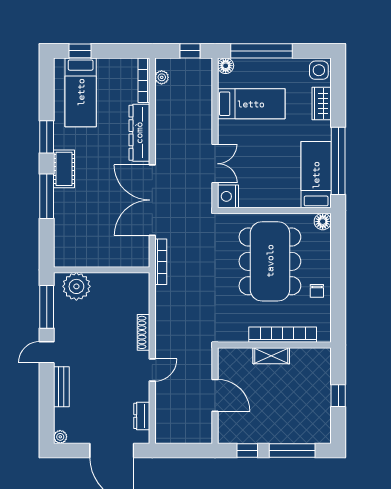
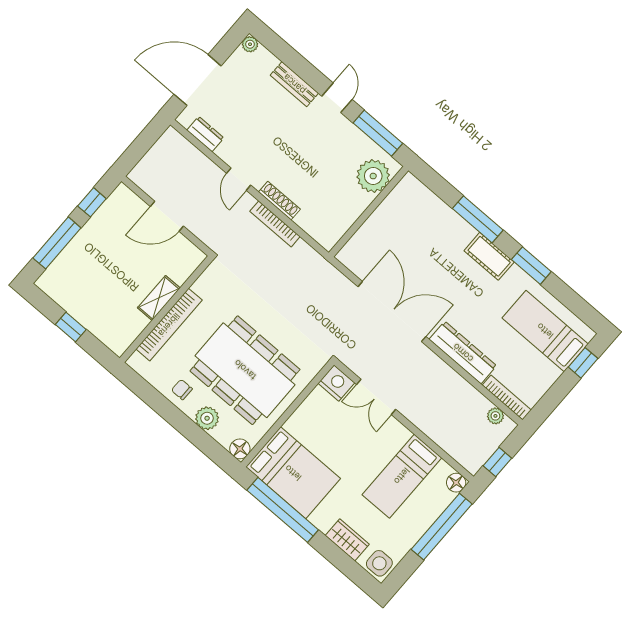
bed: (316, 175) -> (293, 473), width x1.50
plant: (321, 259) -> (207, 418), added
bookcase: (161, 262) -> (275, 224), moved

